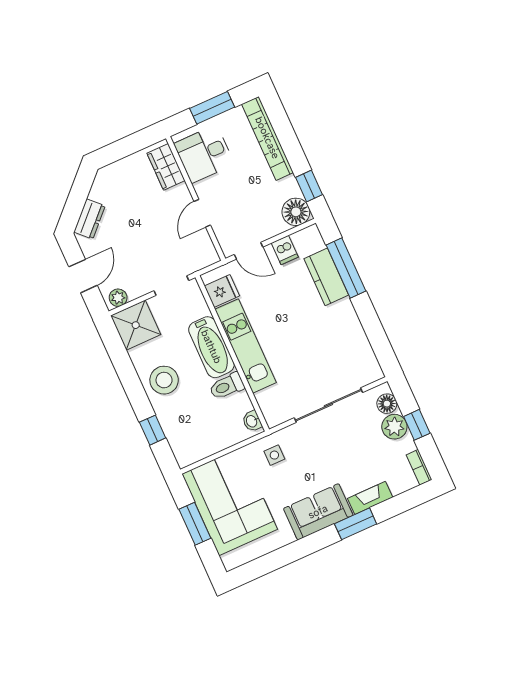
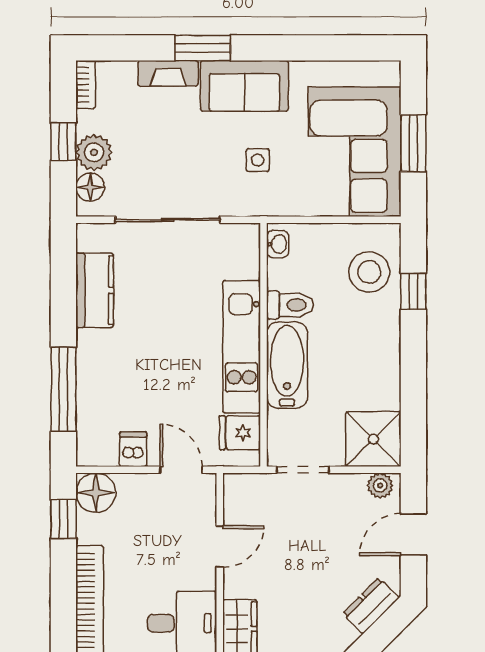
kitchen counter: (326, 277) -> (95, 290), moved
stool: (164, 380) -> (369, 272), moved
side table: (274, 455) -> (258, 160), moved

